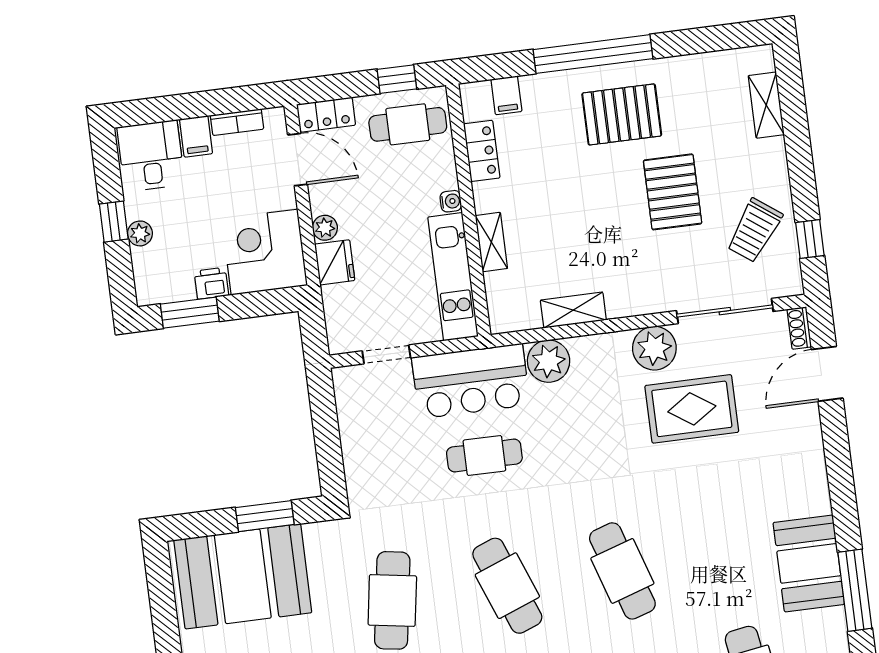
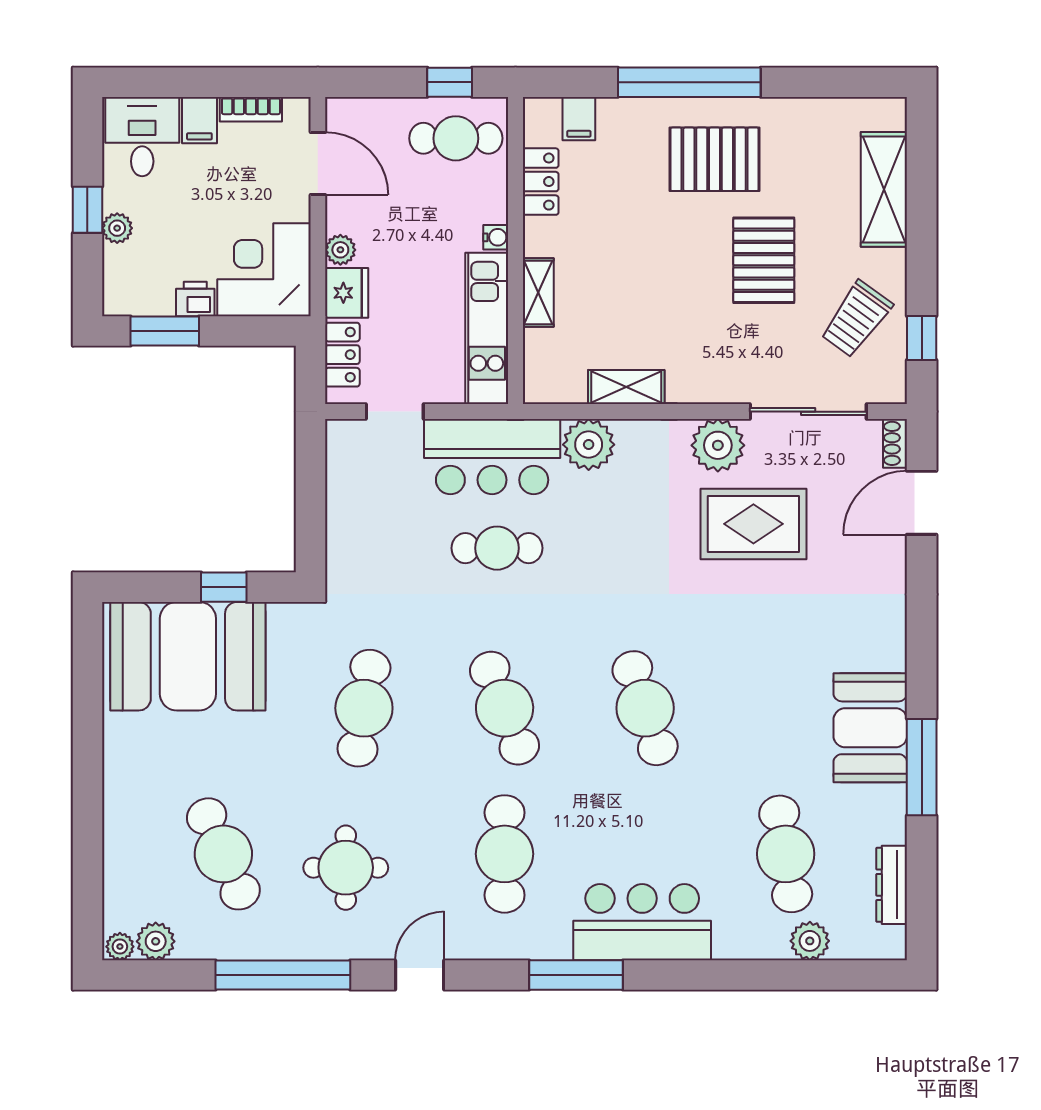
shelving: (766, 105) -> (884, 189), width x1.50, depth x1.33
locker: (326, 115) -> (342, 355), moved, turned -90
window: (265, 516) -> (224, 587), width x0.67

